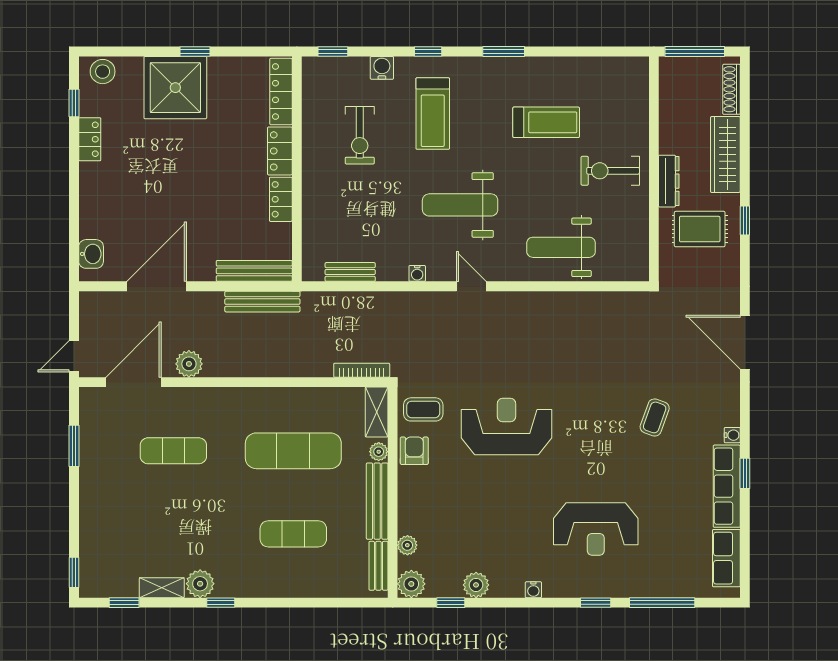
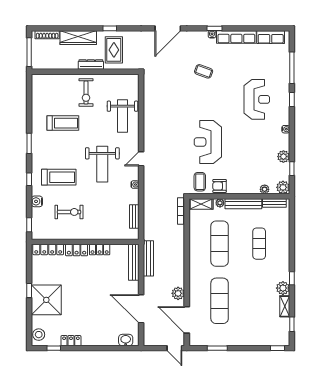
treadmill: (546, 122) -> (63, 123), turned 90
exercise mat: (173, 451) -> (220, 301), width x1.36, depth x1.45
window: (745, 473) -> (214, 28), moved

